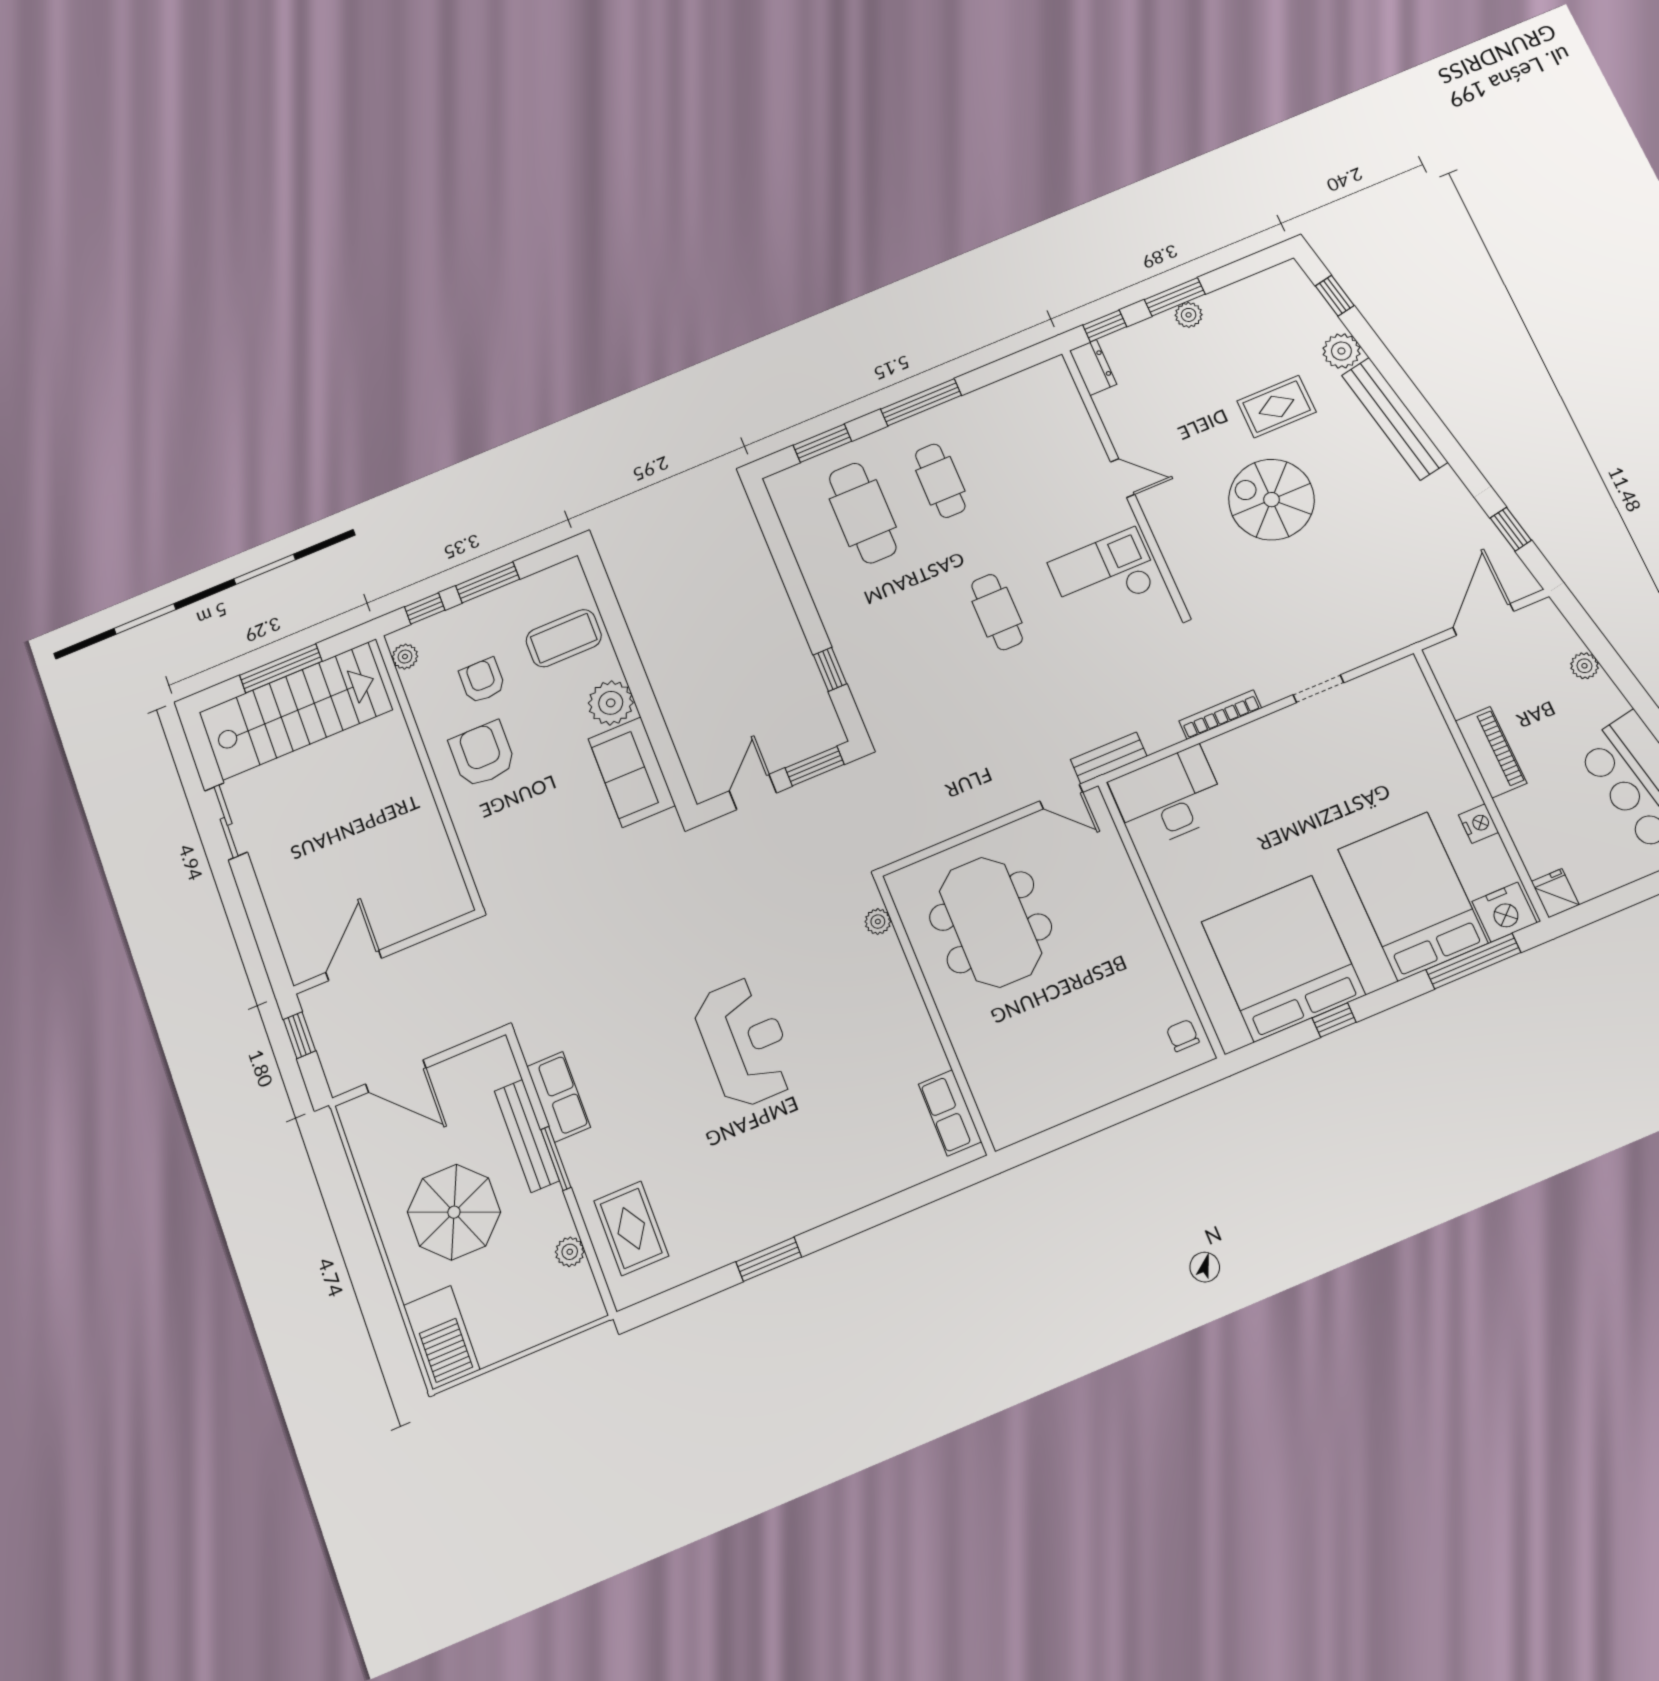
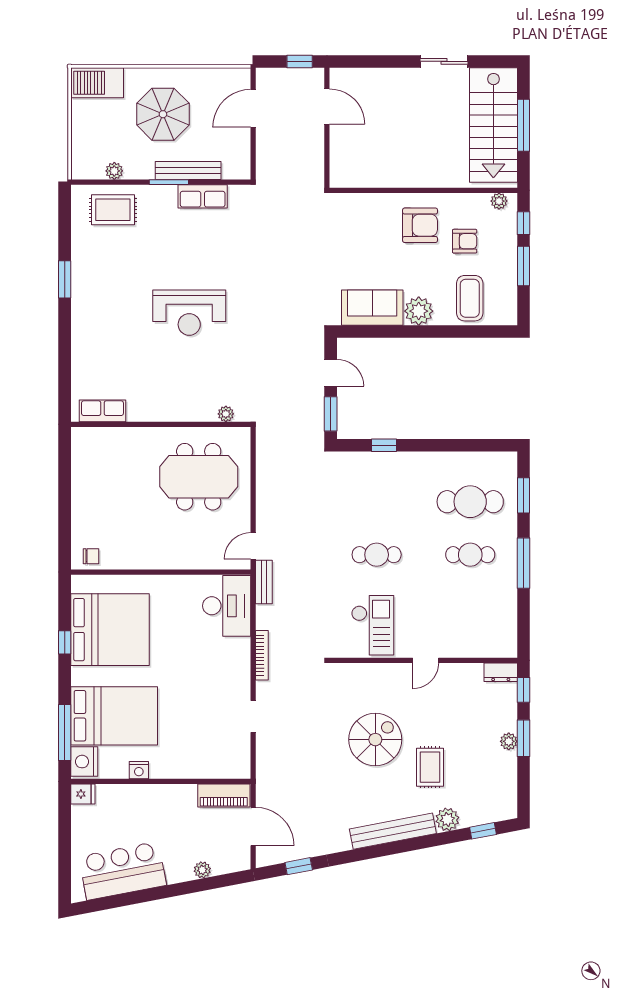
piano: (1491, 752) -> (224, 796), moved

